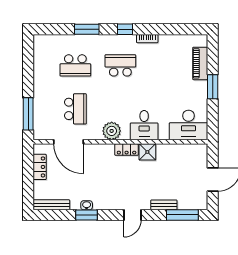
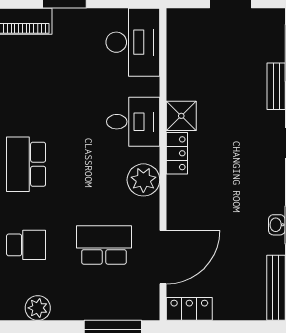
school desk: (75, 65) -> (26, 245), width x0.54
plant: (40, 72) -> (38, 308), added
locker: (40, 167) -> (189, 309), moved

